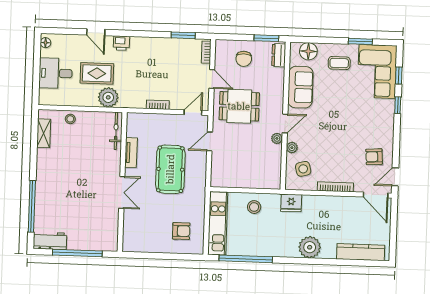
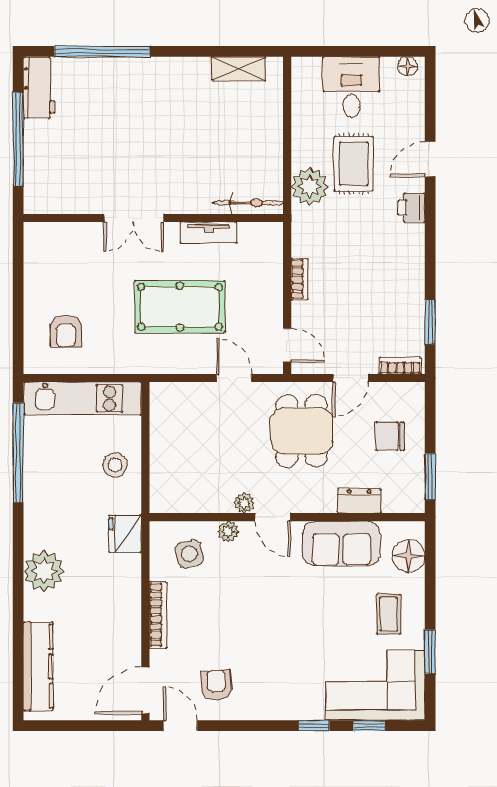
dresser: (279, 55) -> (359, 501), moved
stool: (70, 119) -> (267, 117), removed

